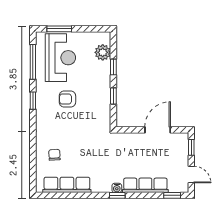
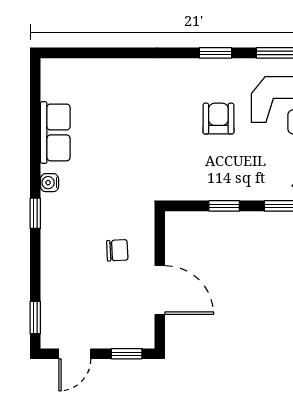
chair: (54, 155) -> (117, 250), moved
row of seats: (67, 185) -> (55, 132), width x0.68
row of seats: (145, 185) -> (54, 267), removed
water cooler: (117, 188) -> (50, 183), moved

